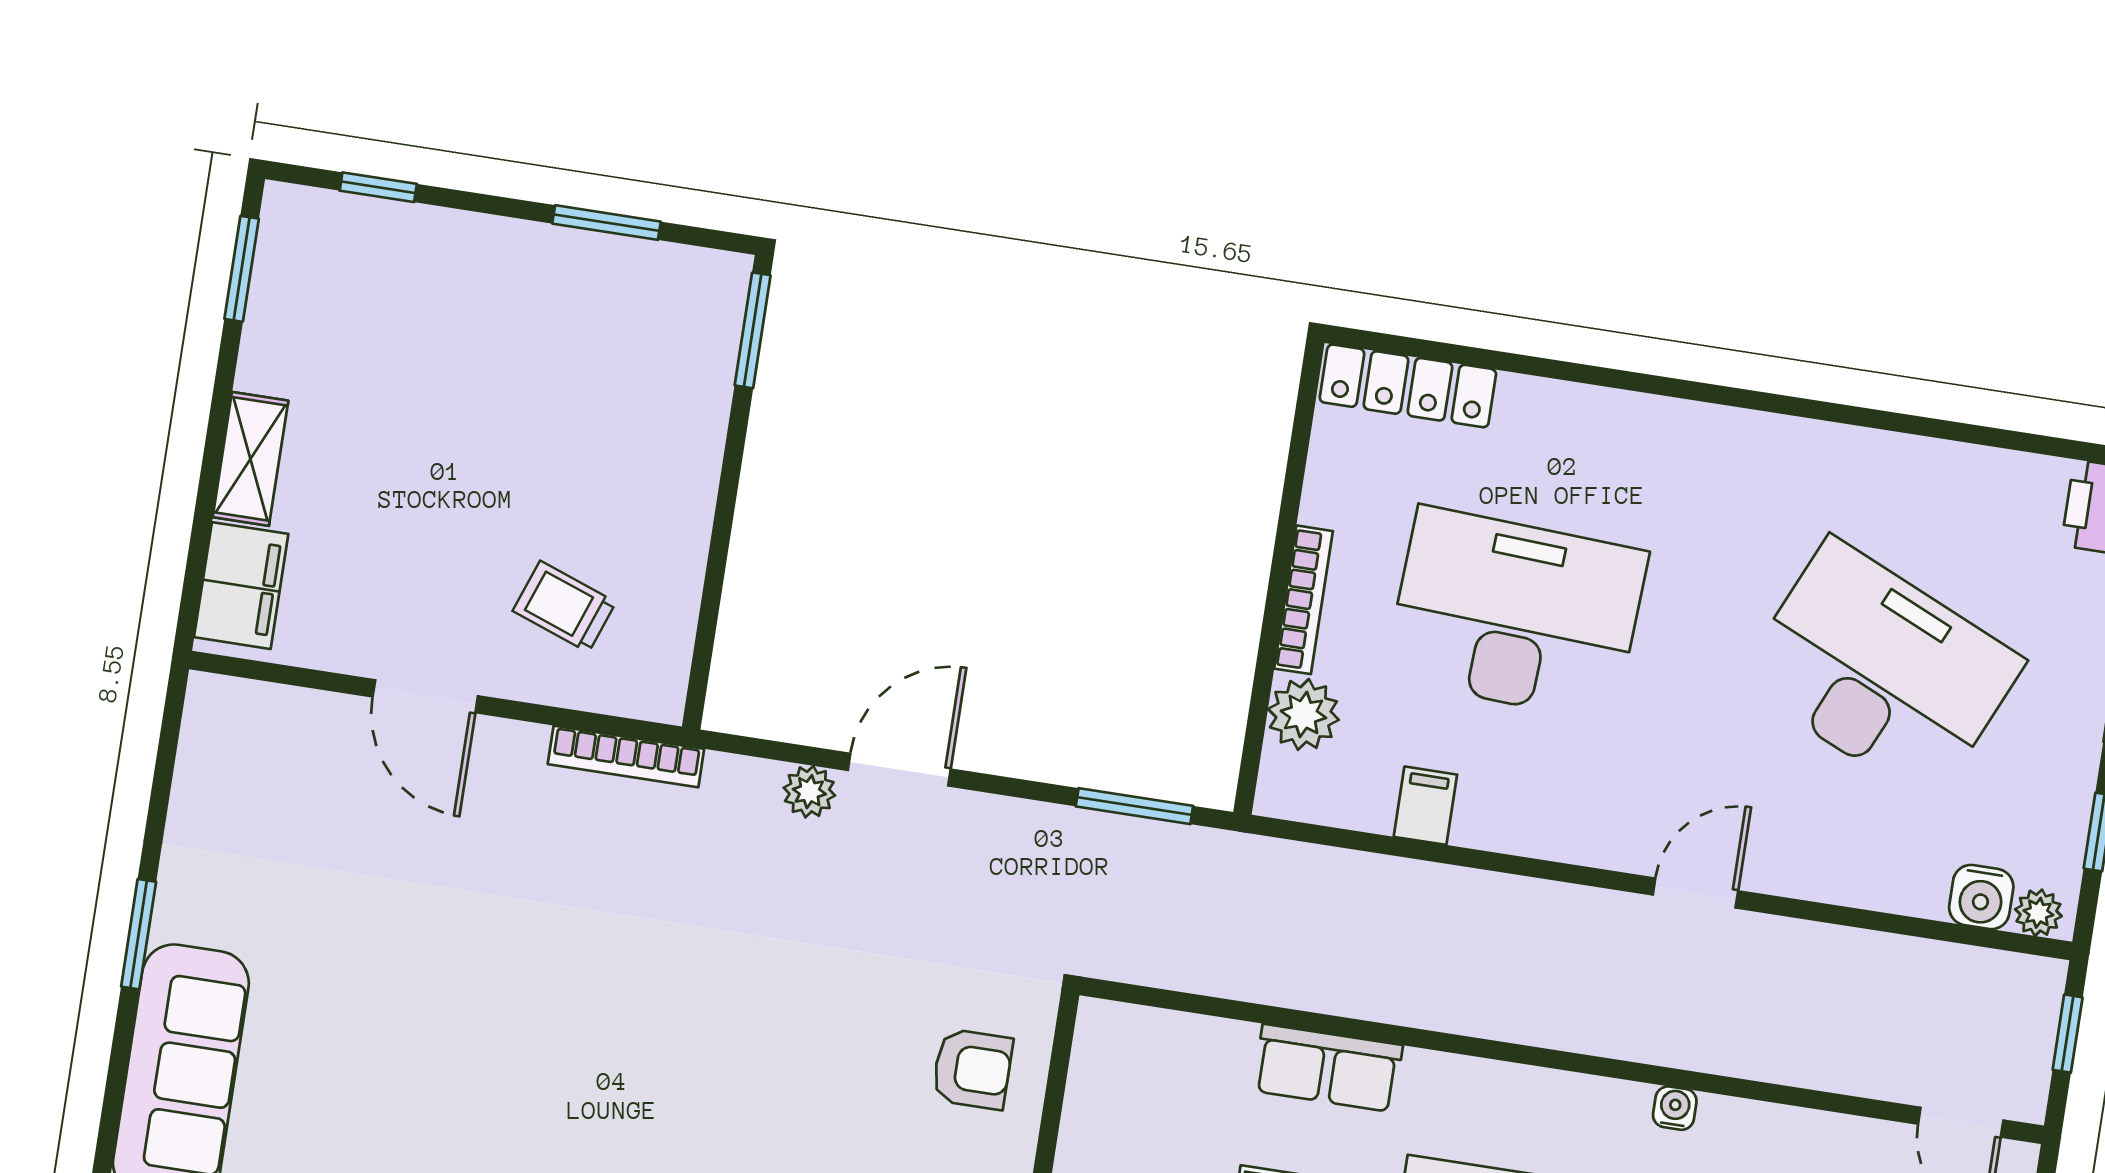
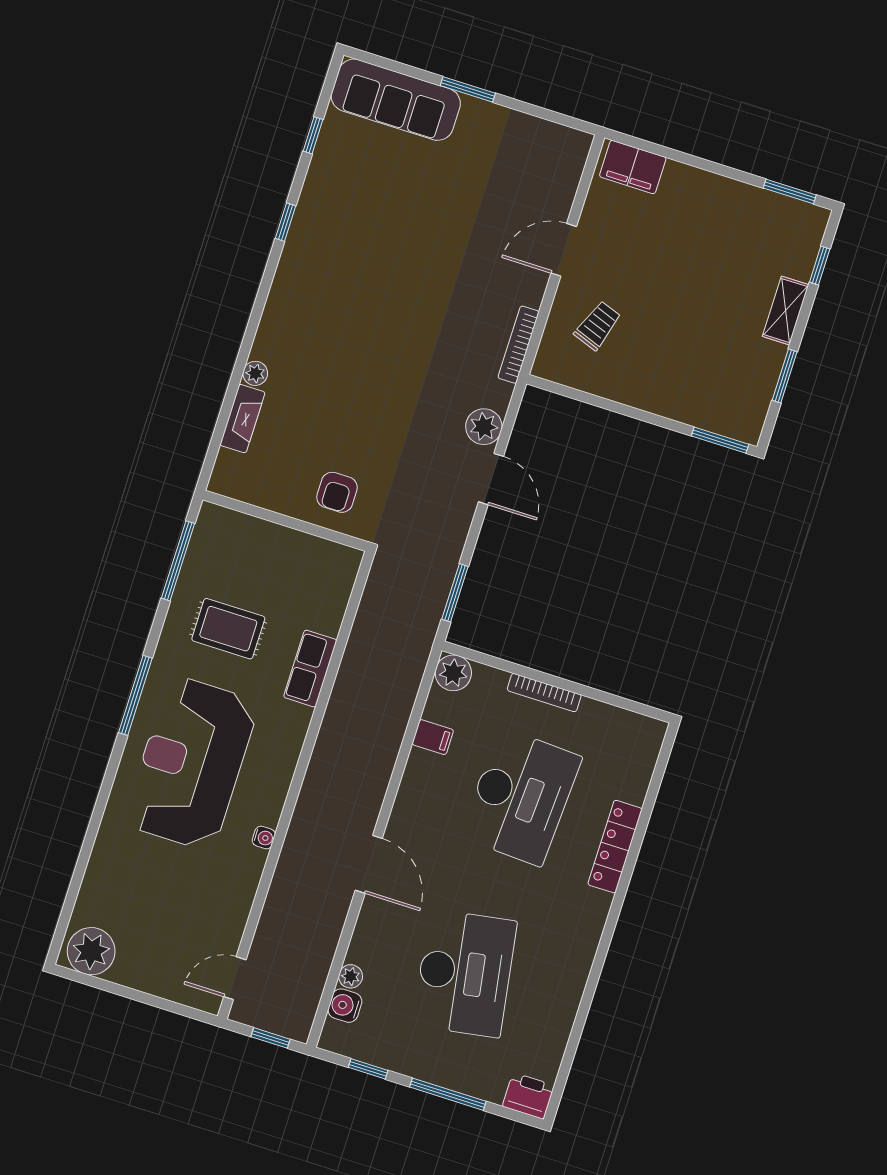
locker: (1408, 386) -> (615, 847), moved
shelving: (250, 459) -> (785, 311), moved, turned 90
desk: (1881, 671) -> (465, 973), turned -33
plant: (1303, 714) -> (453, 673), moved
plant: (809, 792) -> (484, 427), width x1.38, depth x1.38
door: (1695, 893) -> (369, 864), width x1.38
plant: (2038, 913) -> (351, 976), moved

